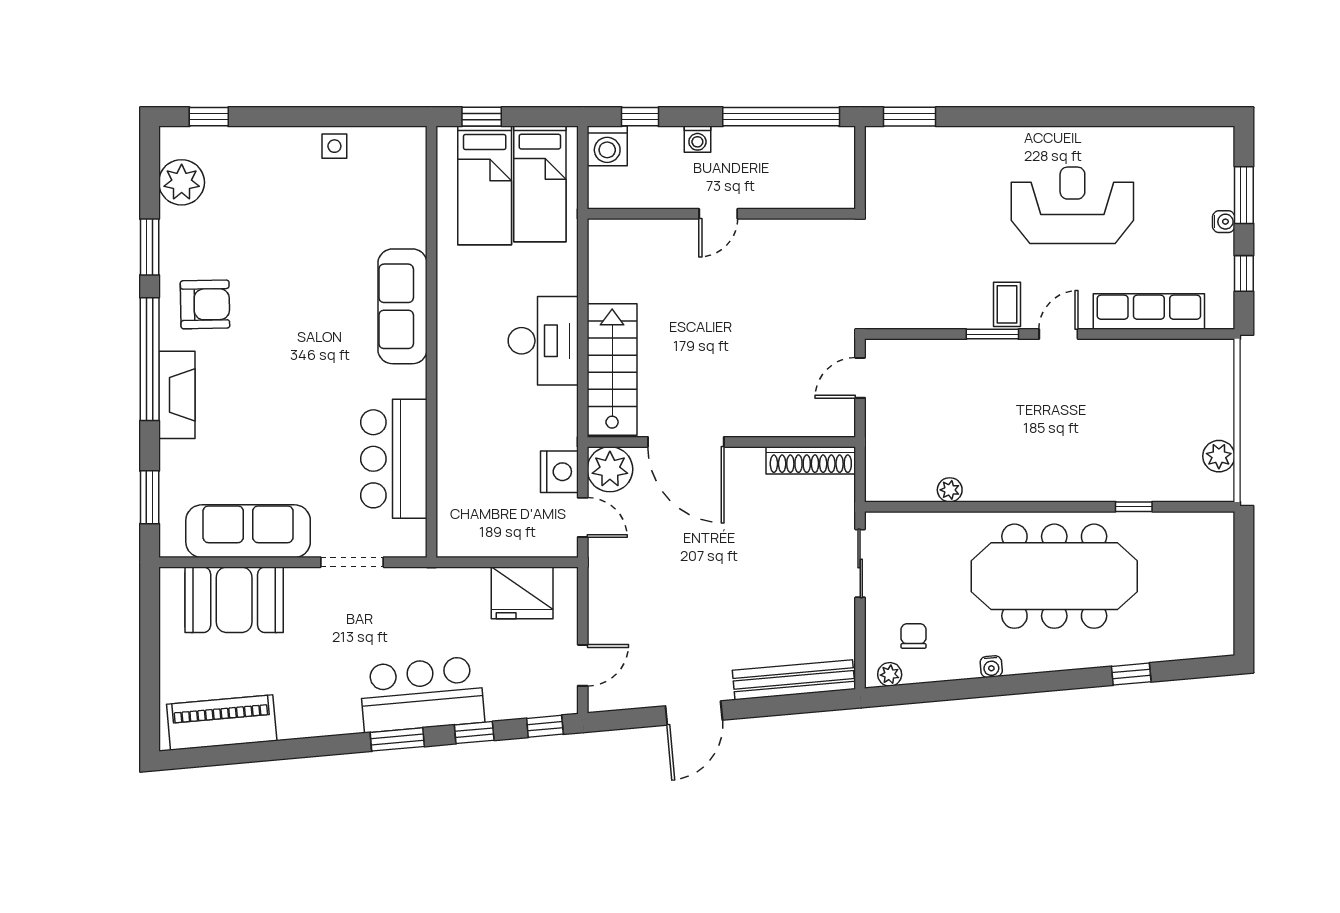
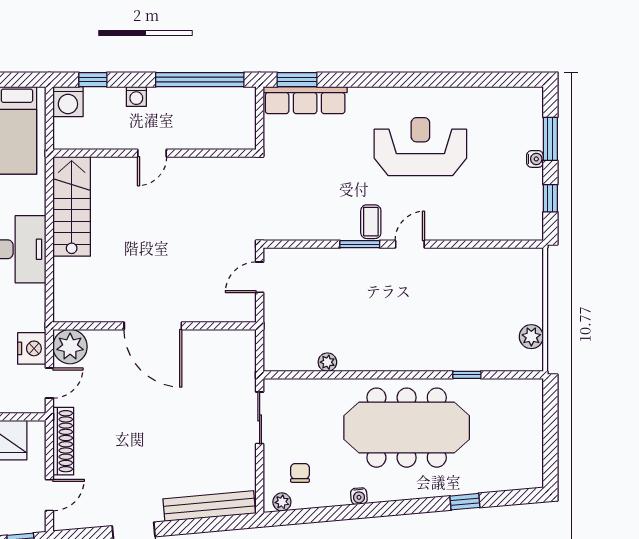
row of seats: (1149, 311) -> (305, 100), moved, turned 180
stairs: (612, 370) -> (72, 206), moved
door: (686, 442) -> (153, 326), moved
shoe rack: (811, 460) -> (63, 441), moved, turned -90
door: (583, 517) -> (49, 383), hinge flipped

